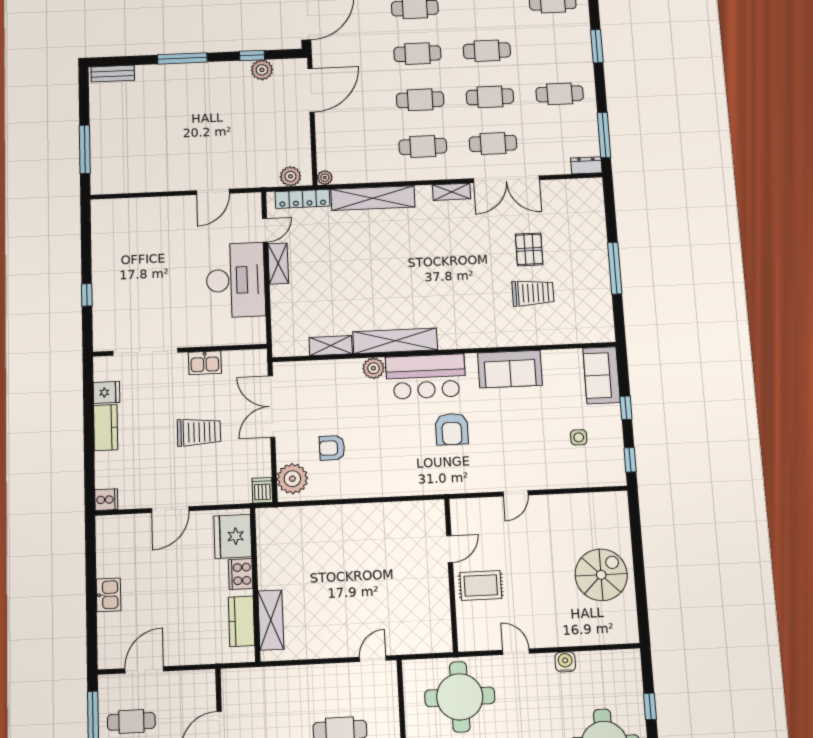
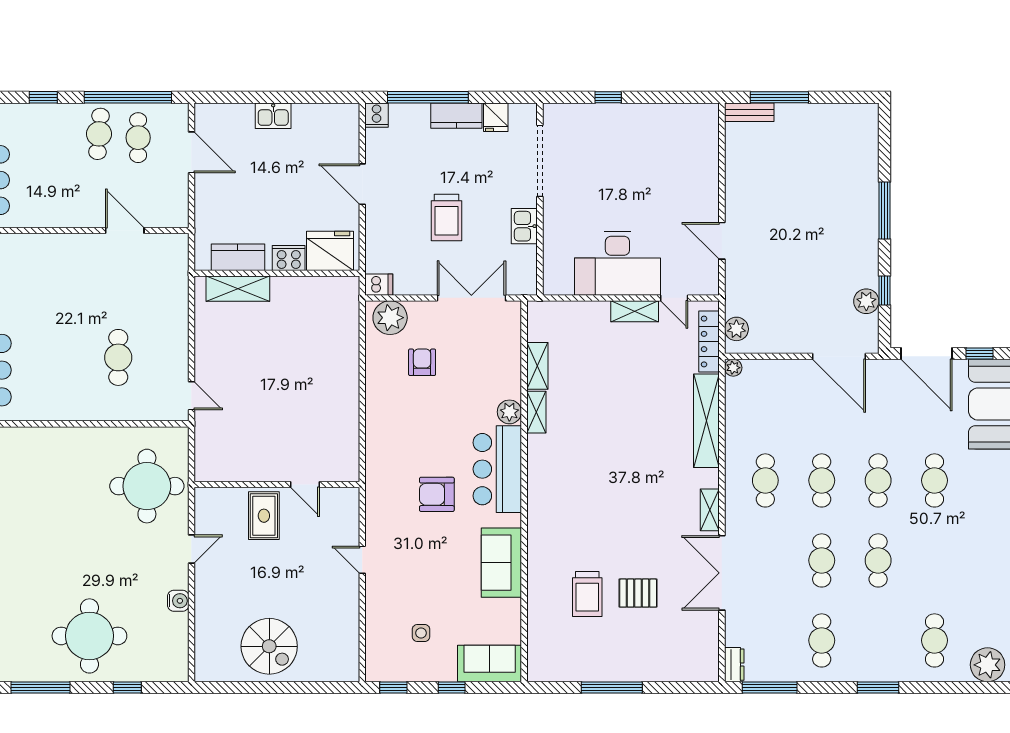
bench: (113, 74) -> (749, 112), moved, turned 90
cafe table: (493, 143) -> (765, 560), removed
shelving: (395, 341) -> (536, 412), width x0.45, depth x0.75
window: (89, 454) -> (428, 97), added

